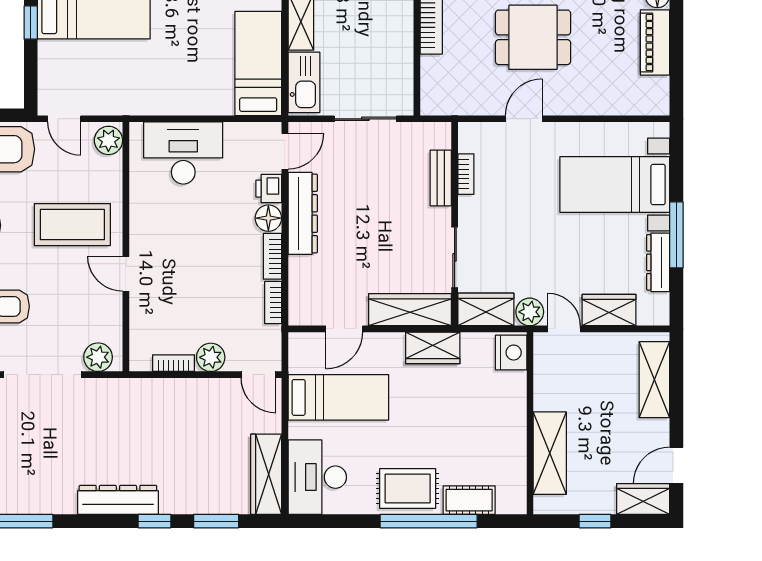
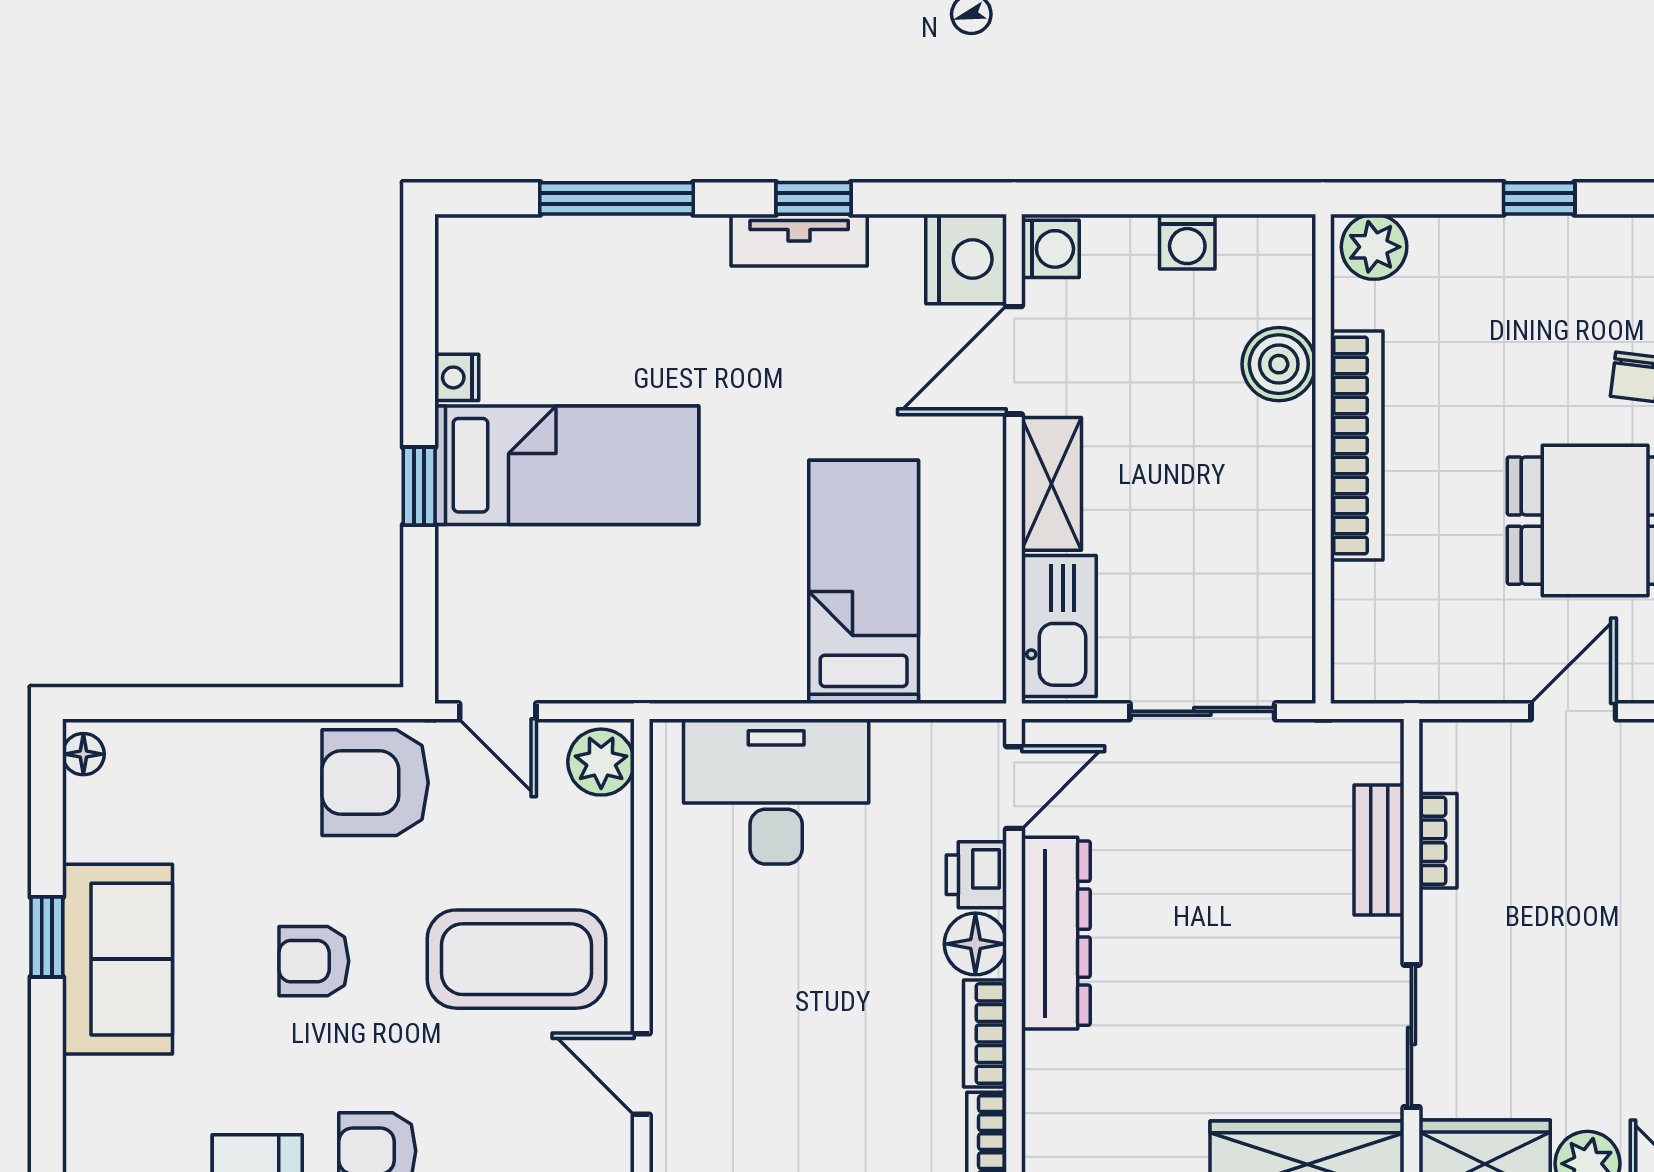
bed: (258, 64) -> (864, 582), moved

